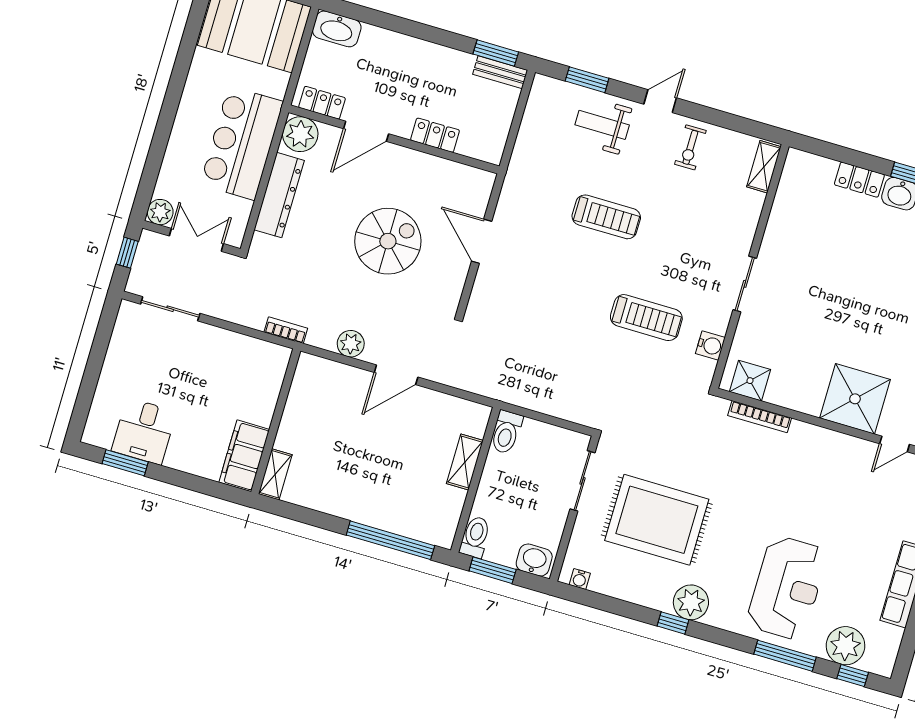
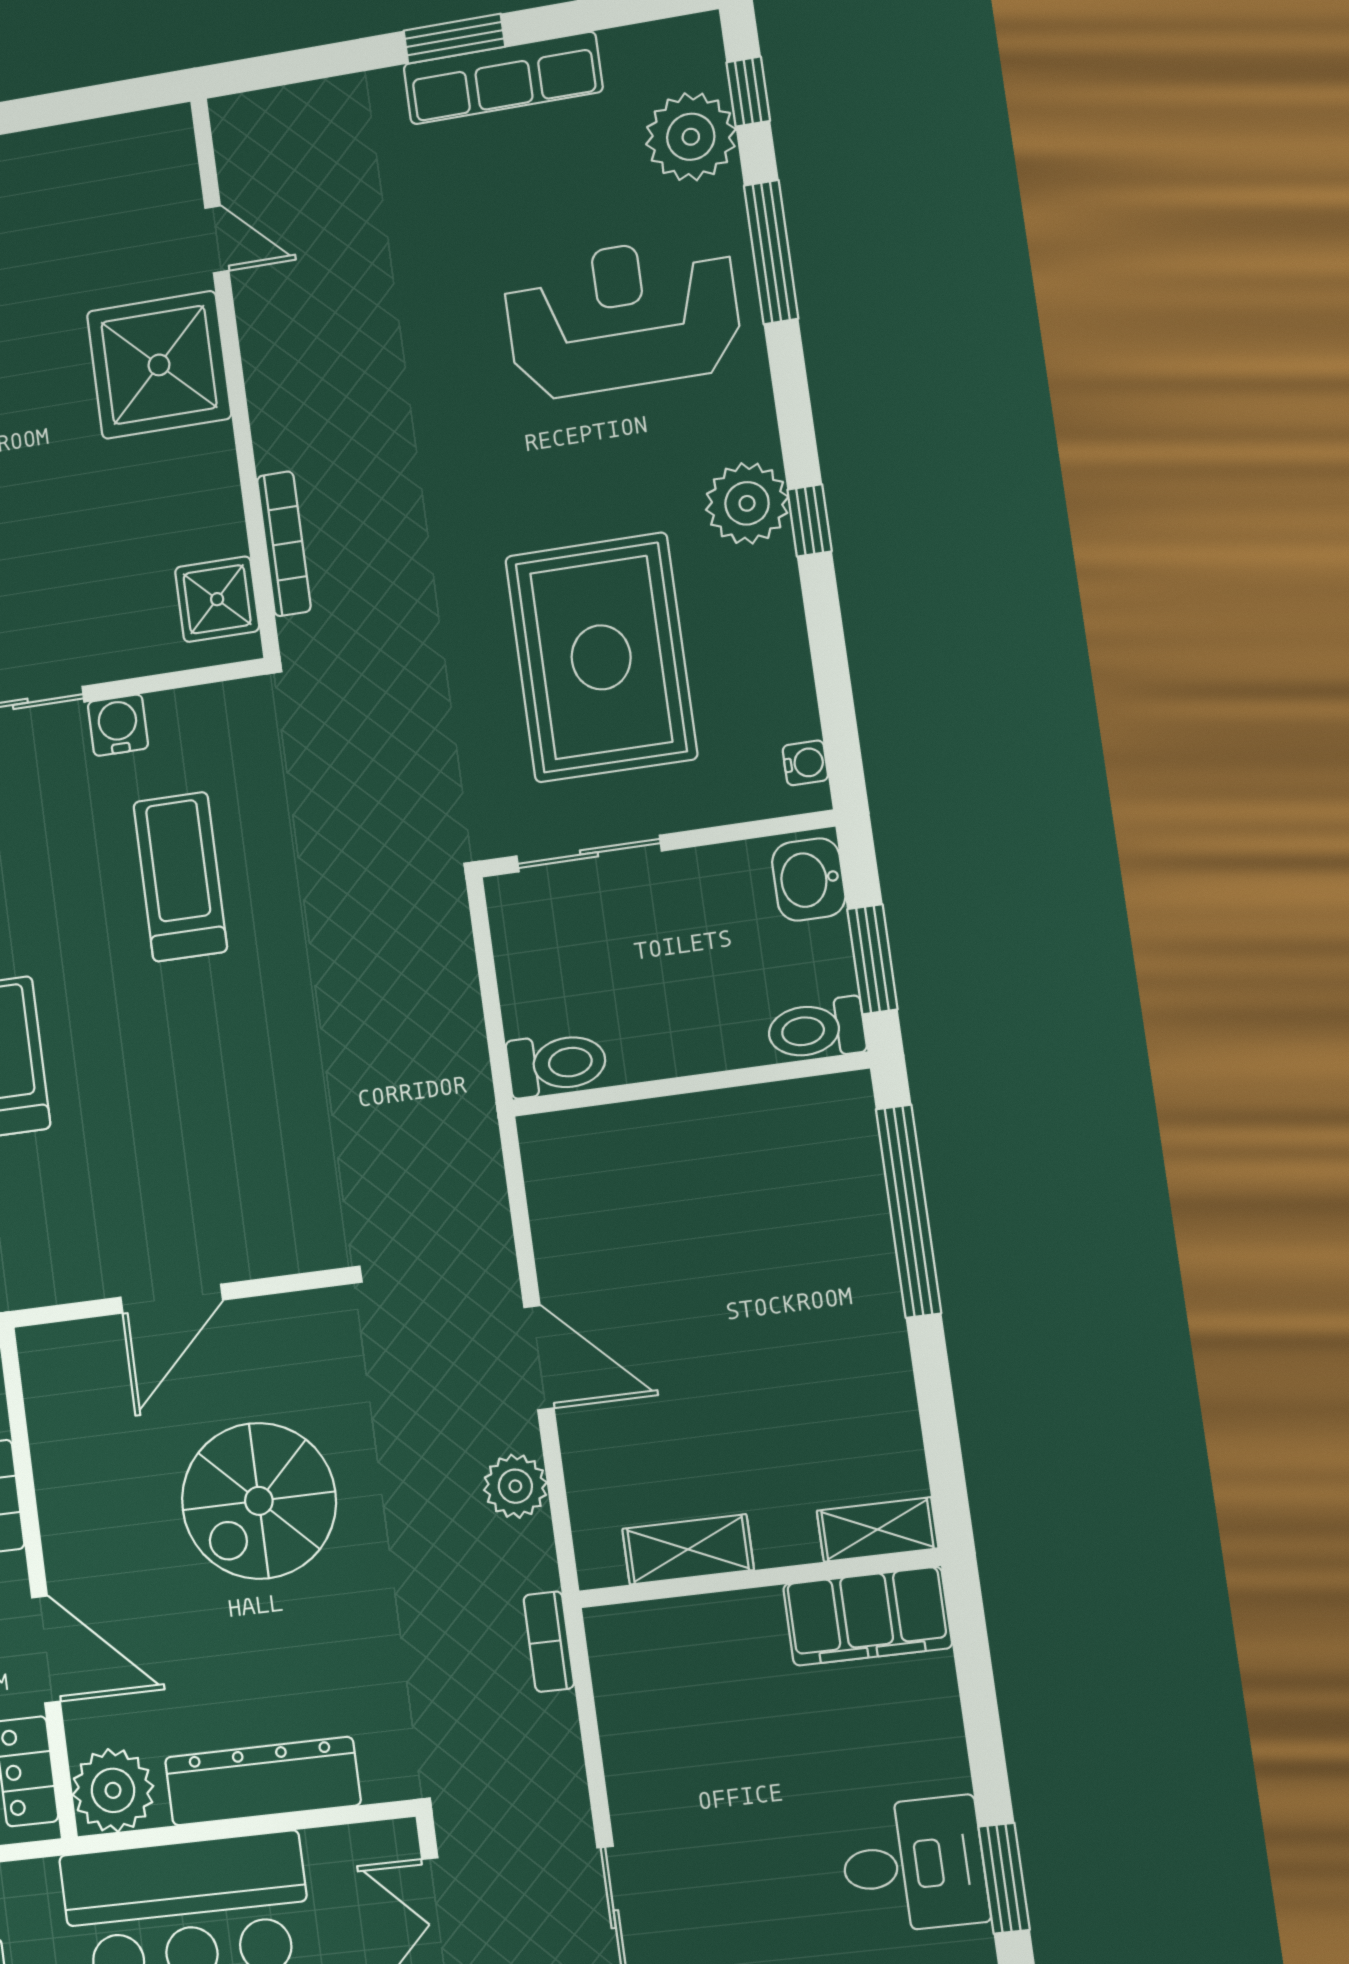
spiral stairs: (388, 241) -> (259, 1501), turned -90
water cooler: (710, 345) -> (118, 725), moved
shelving: (465, 462) -> (688, 1549), moved

